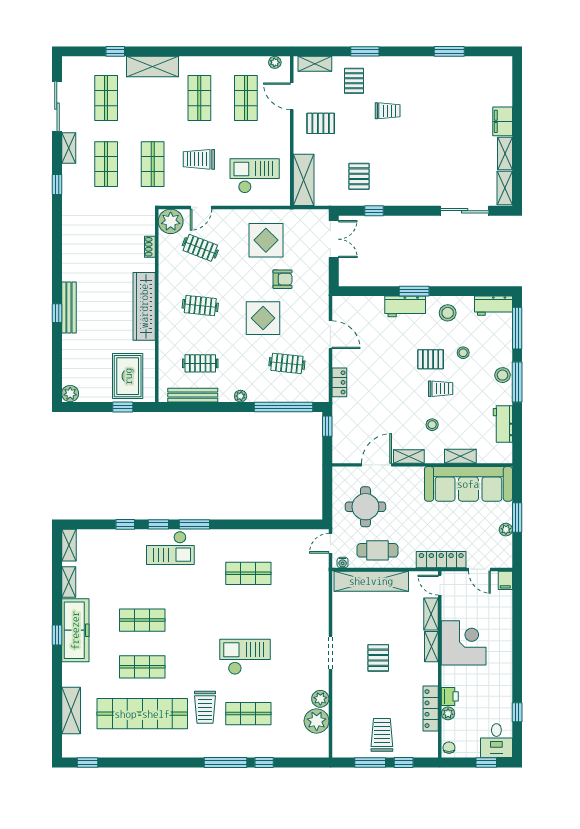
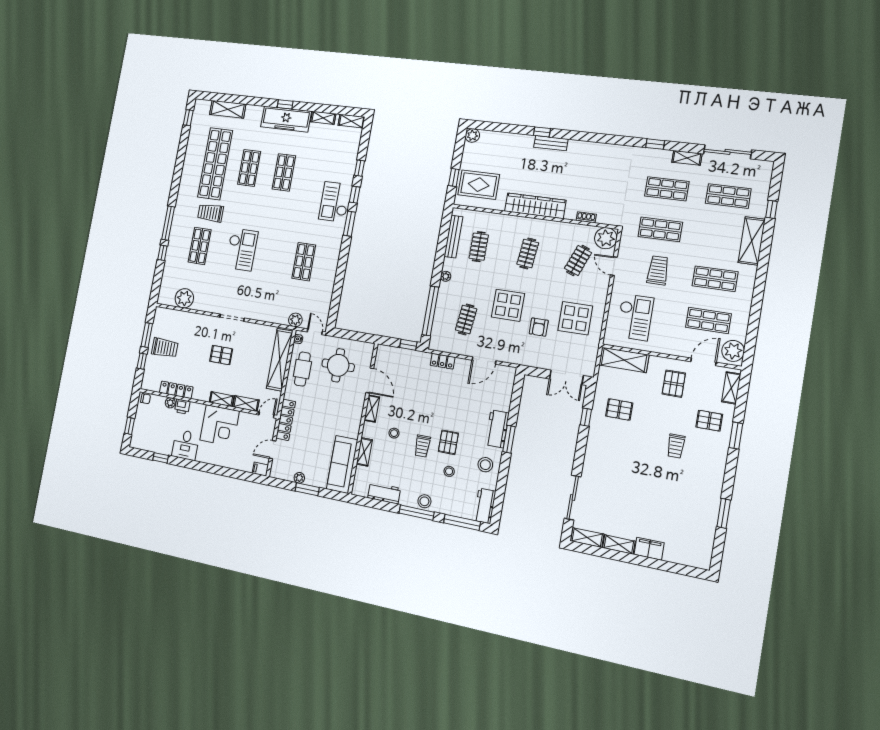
plant: (275, 62) -> (733, 351), width x1.88, depth x1.88
bench: (69, 308) -> (551, 143), width x0.73
sofa: (468, 484) -> (342, 464), width x0.74, depth x0.79
plant: (320, 699) -> (295, 320), moved
desk: (496, 741) -> (186, 445), moved, turned -90

